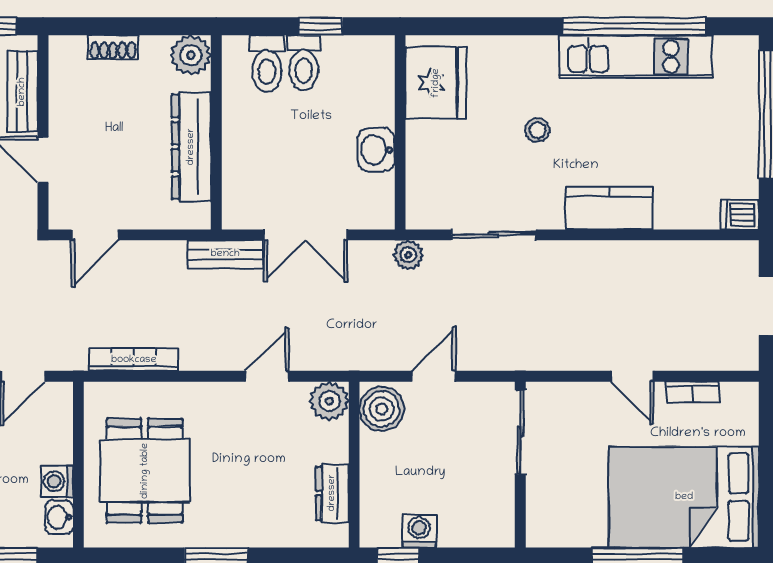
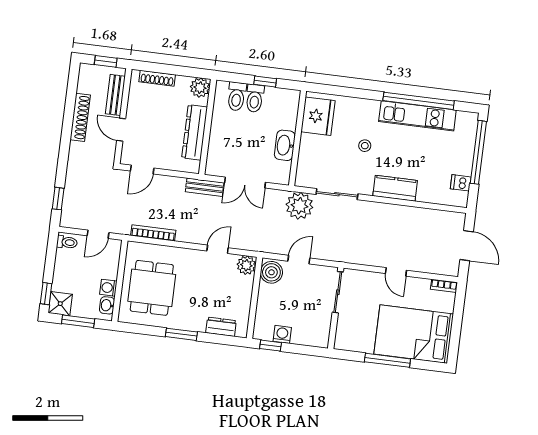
shoe rack: (113, 47) -> (157, 78), width x1.43
washbasin: (376, 150) -> (285, 145), width x1.38
dishwasher: (740, 215) -> (461, 183), moved
plant: (408, 255) -> (299, 206), width x1.88, depth x1.88
bookcase: (693, 392) -> (444, 286), moved
dresser: (332, 493) -> (221, 327), moved, turned 90

